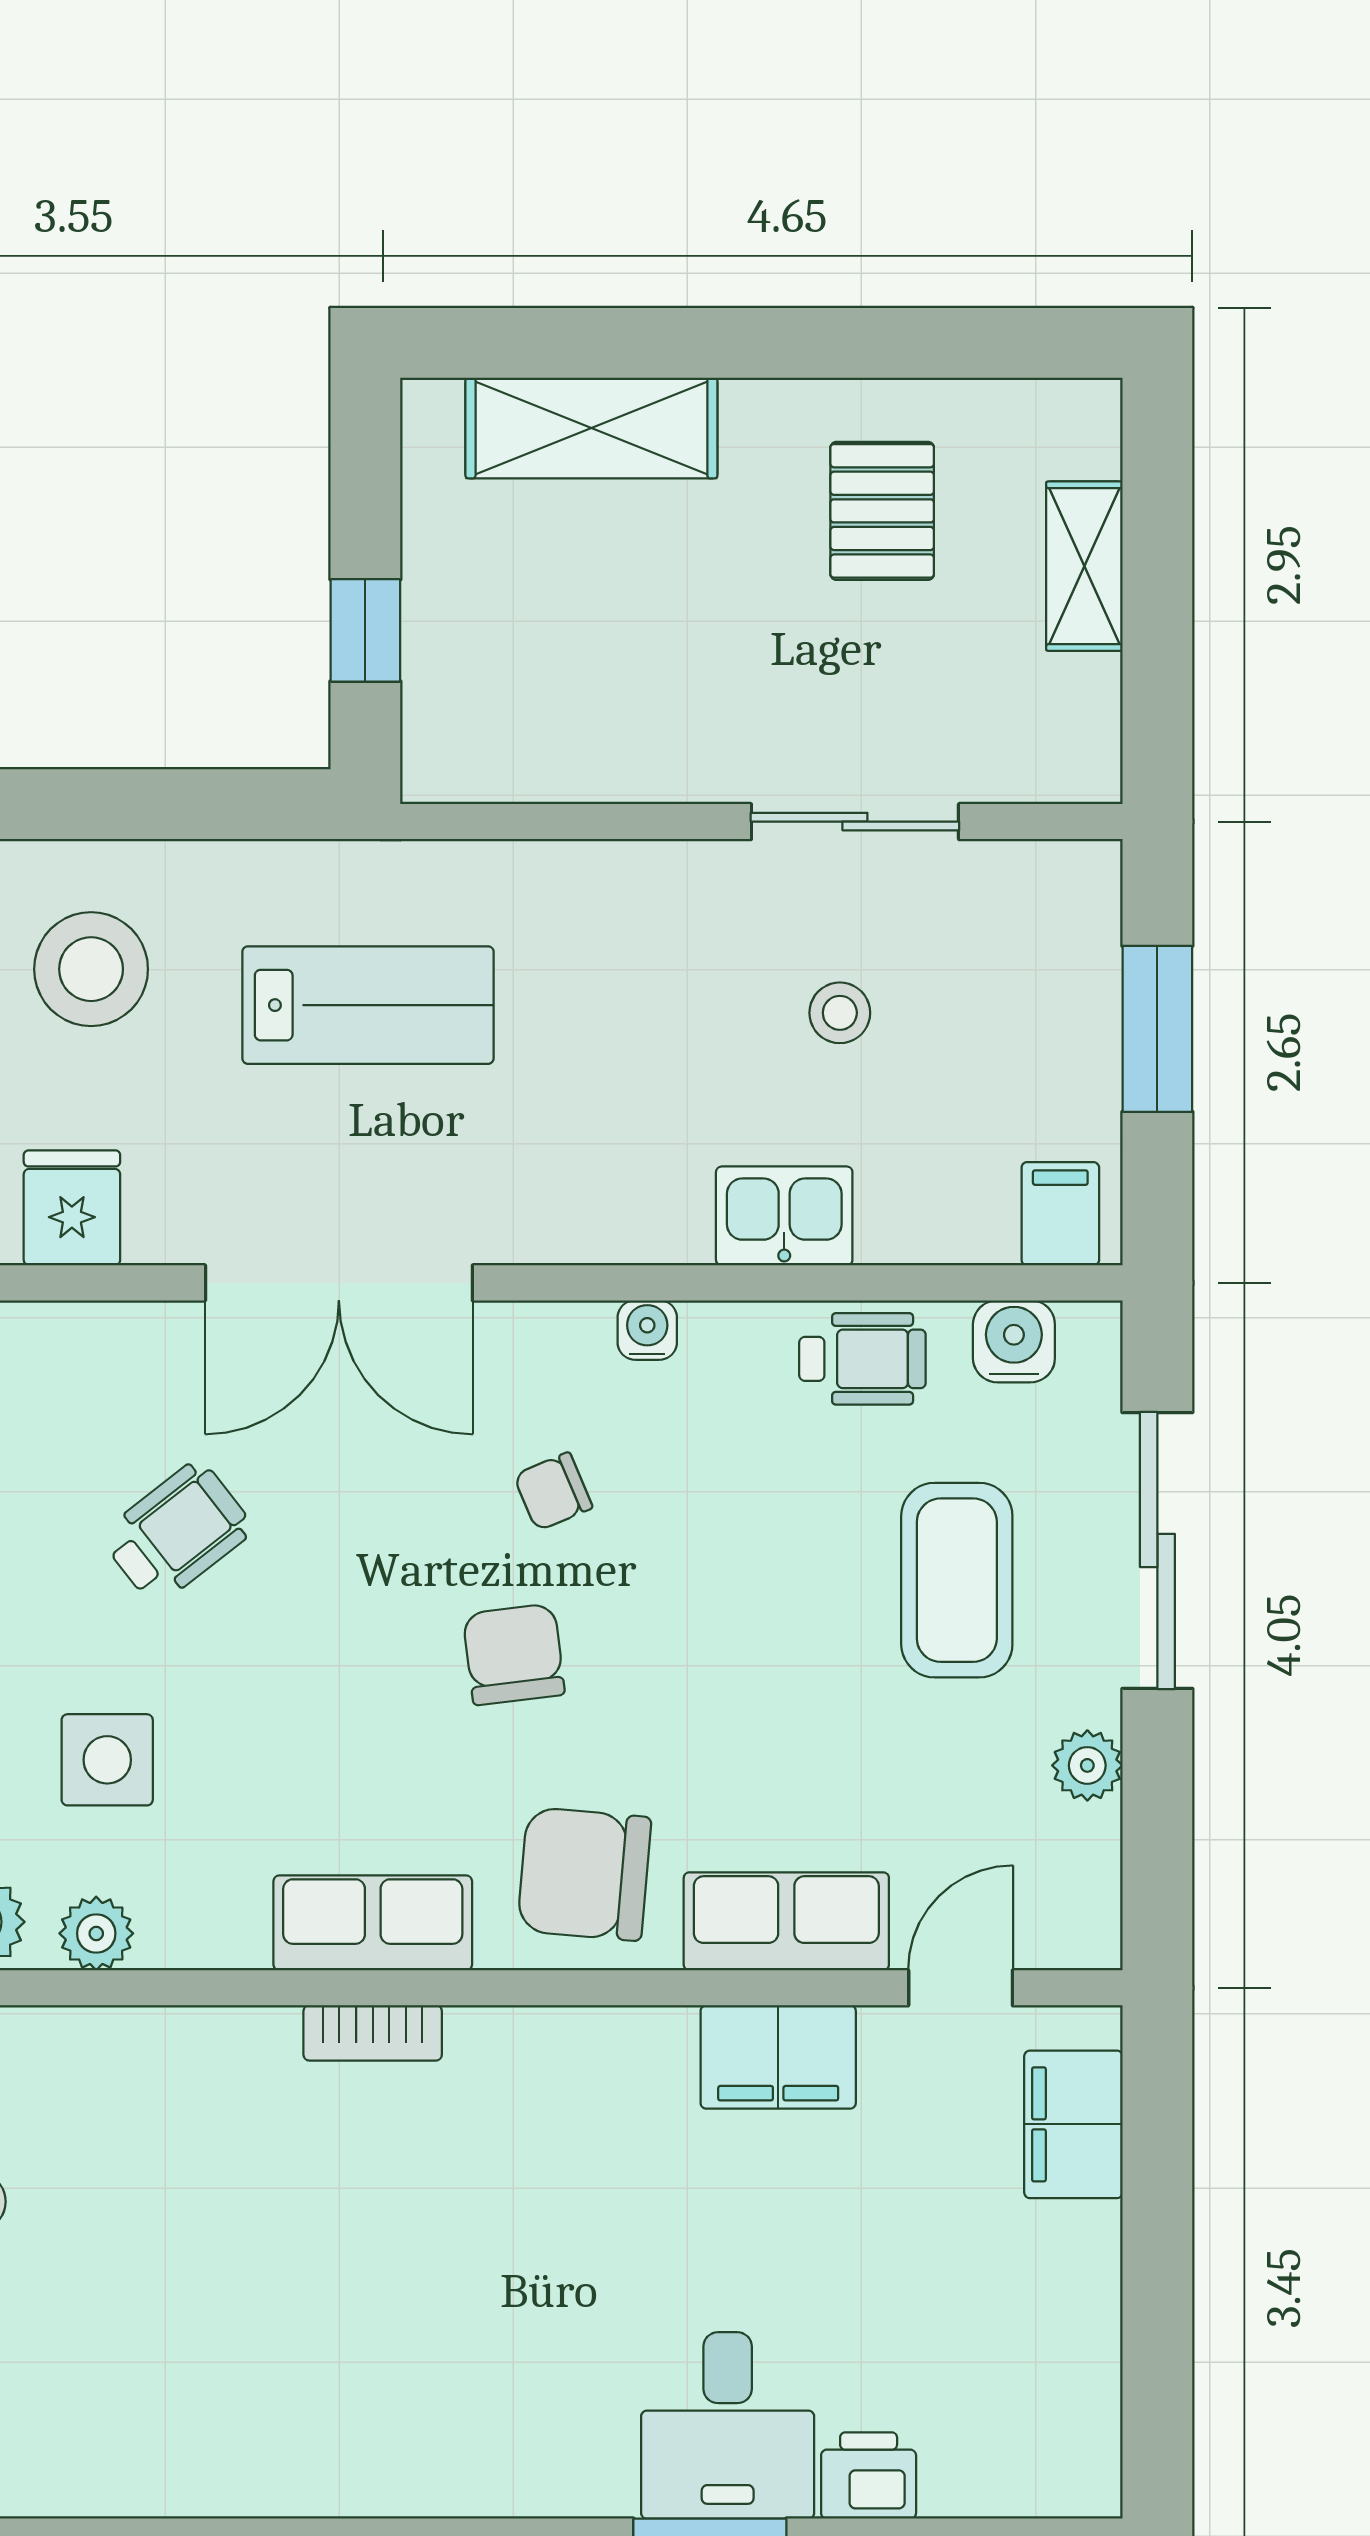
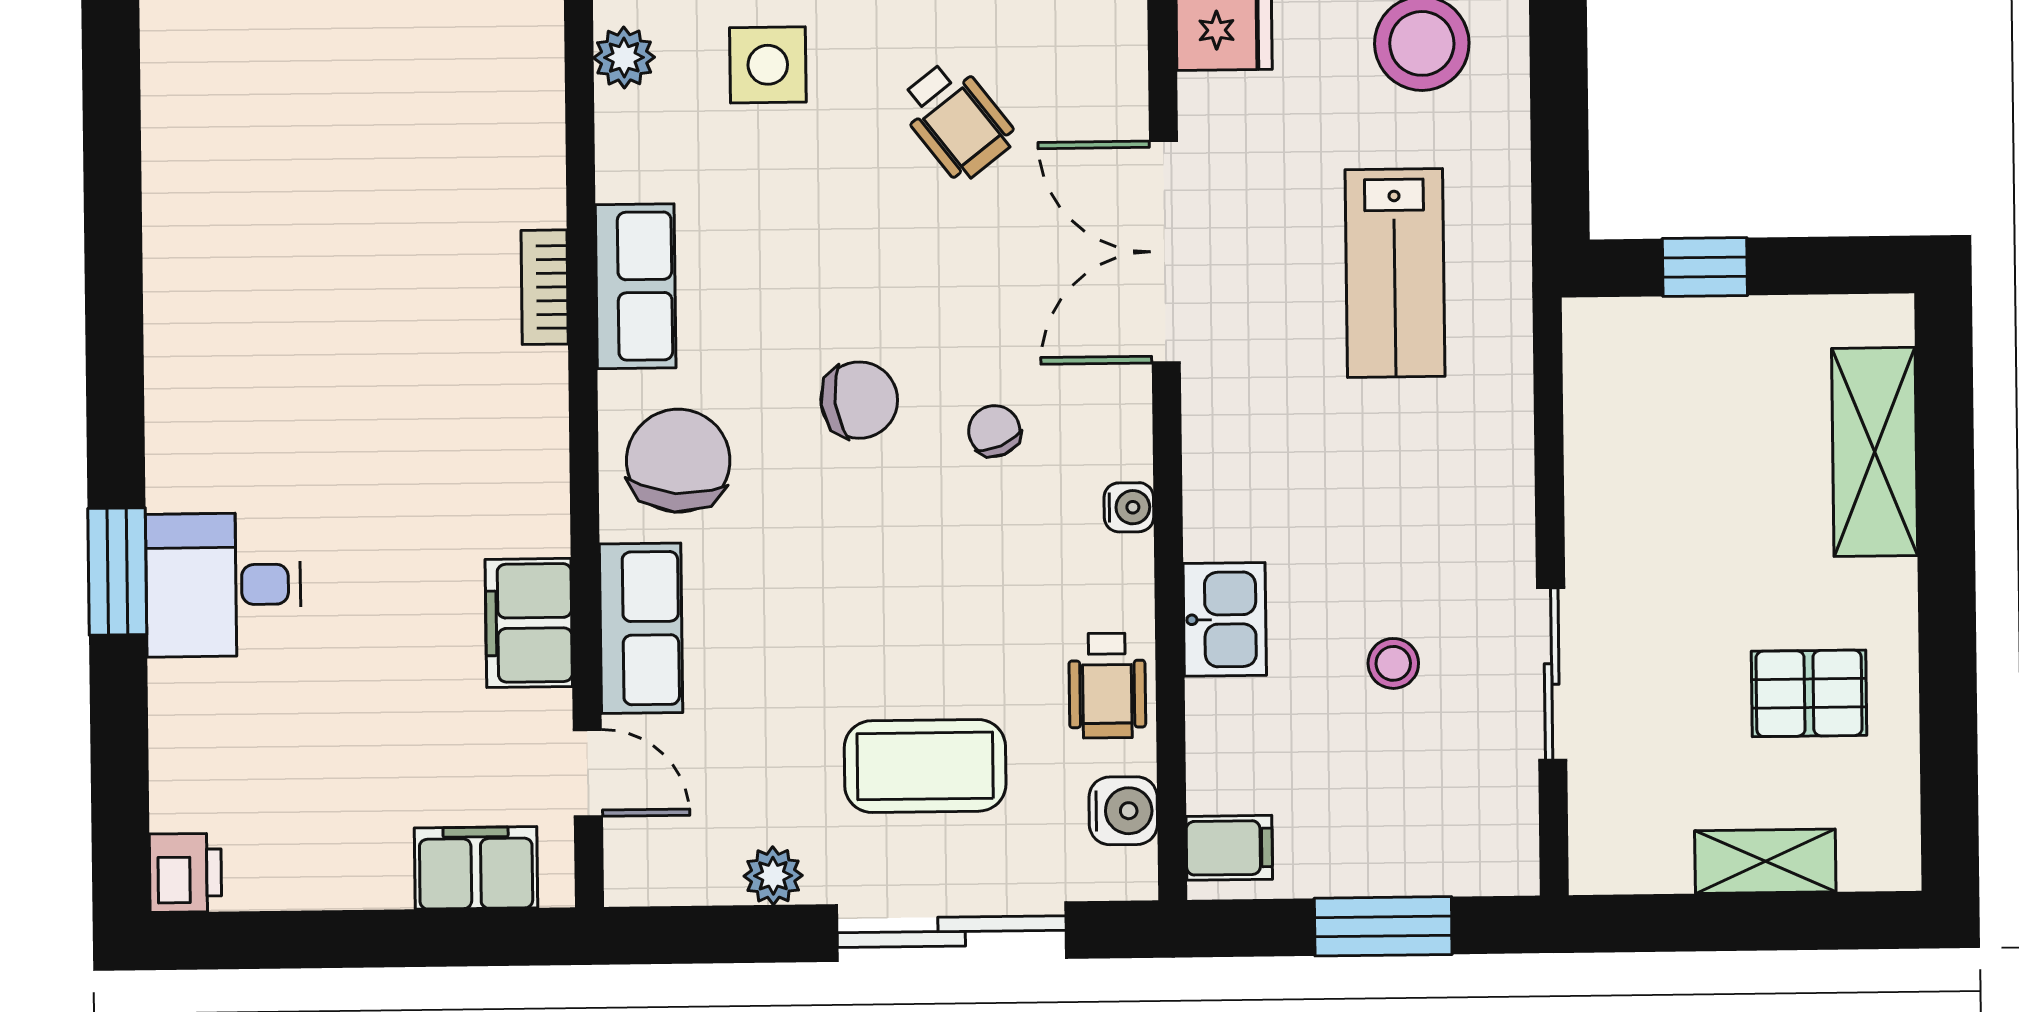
printer: (869, 2476) -> (185, 873), moved

